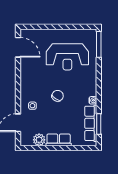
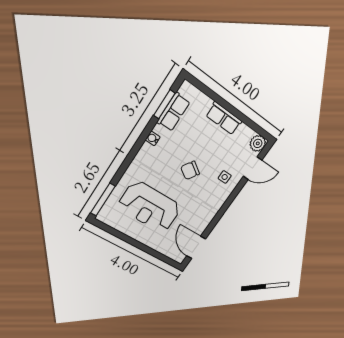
reception desk: (67, 57) -> (150, 207), turned 180
row of seats: (91, 123) -> (173, 112), width x0.68
plant: (39, 140) -> (258, 143), moved

